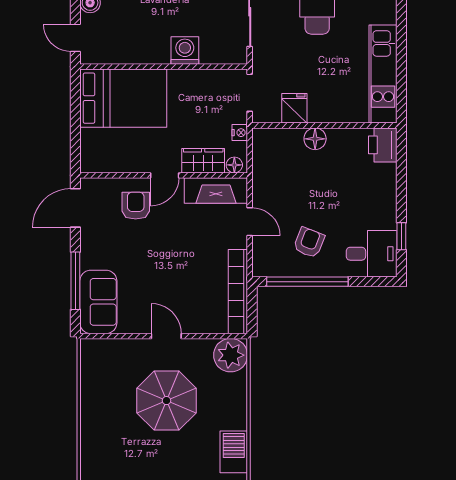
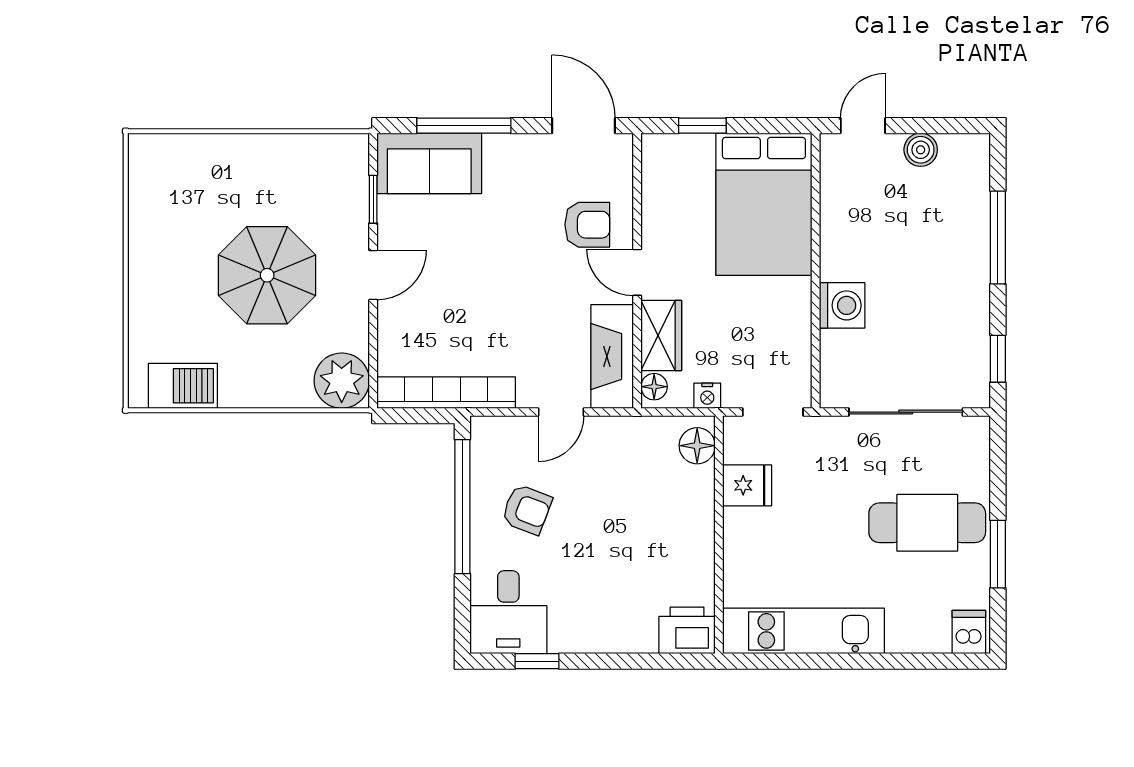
window: (75, 136) -> (702, 126), added
floor lamp: (315, 139) -> (697, 446), moved
window: (120, 336) -> (373, 199), added

